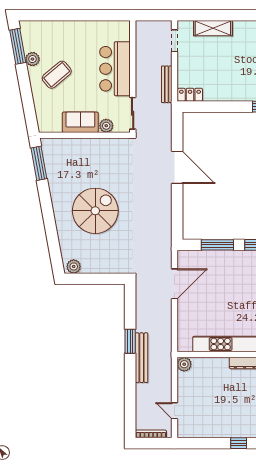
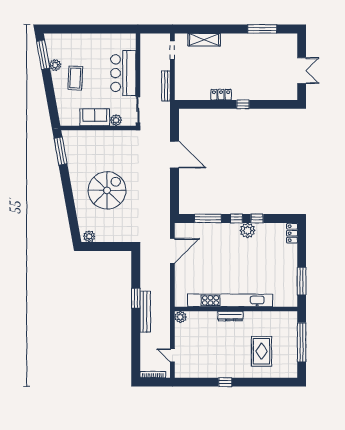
coffee table: (57, 75) -> (75, 78), turned -47
locker: (190, 95) -> (221, 95), moved

